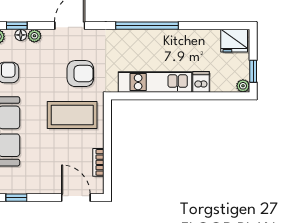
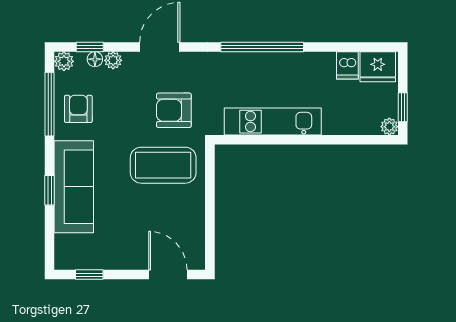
armchair: (80, 74) -> (174, 110), turned 180
dishwasher: (201, 82) -> (347, 65), moved, turned 180
bookcase: (98, 162) -> (198, 228), removed

